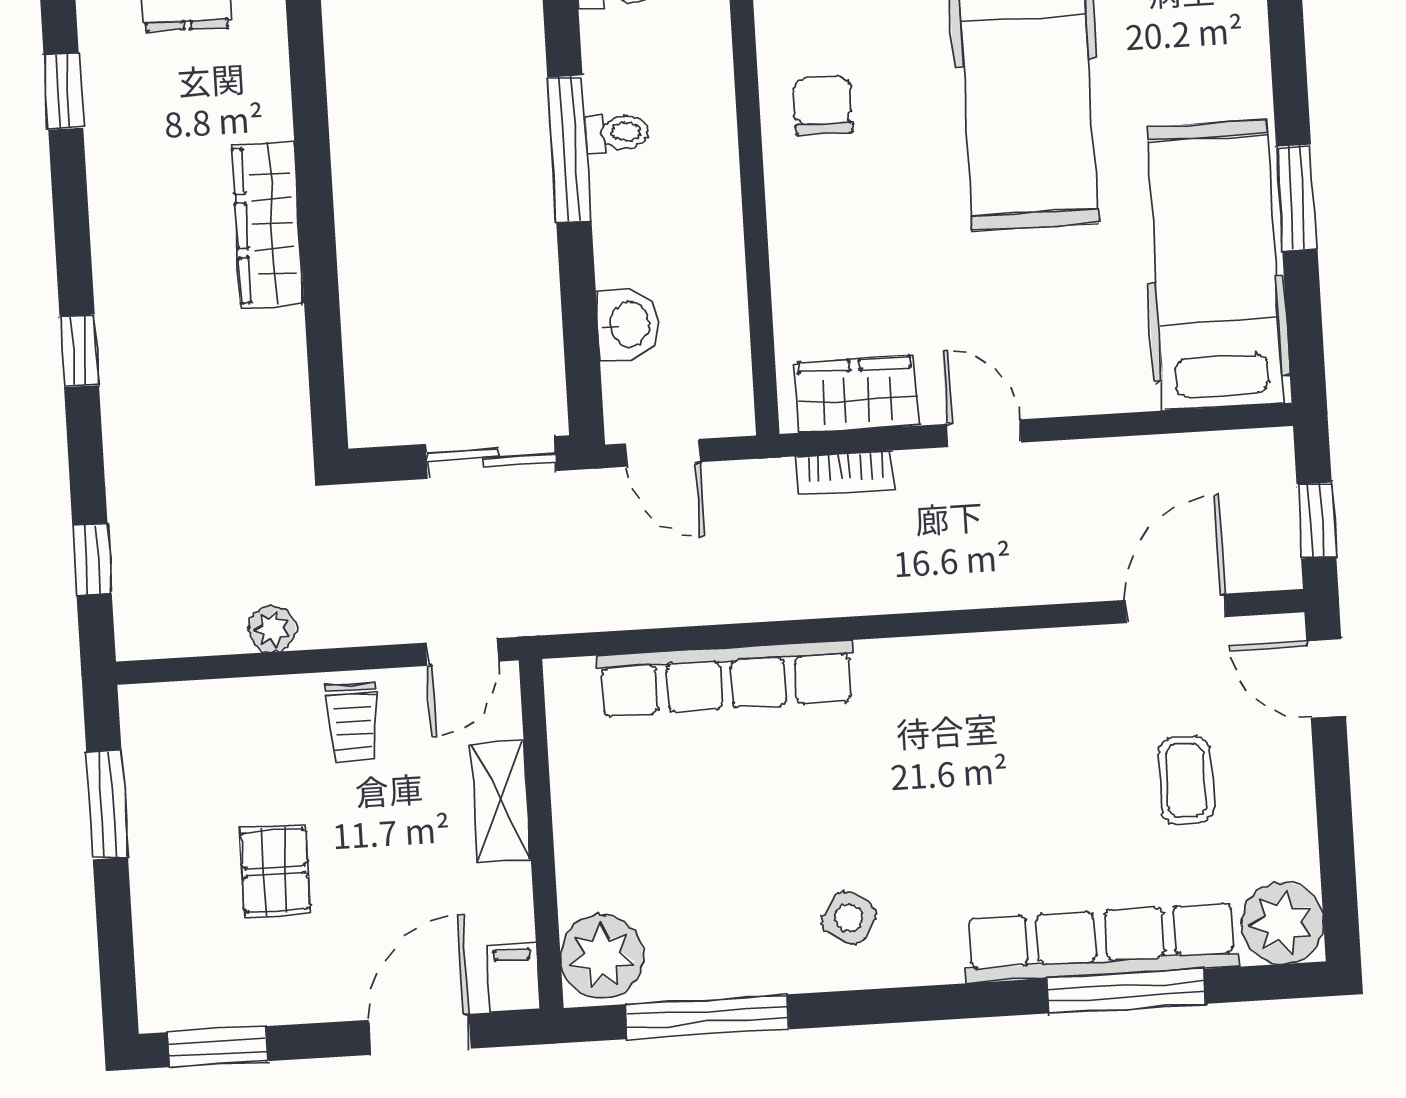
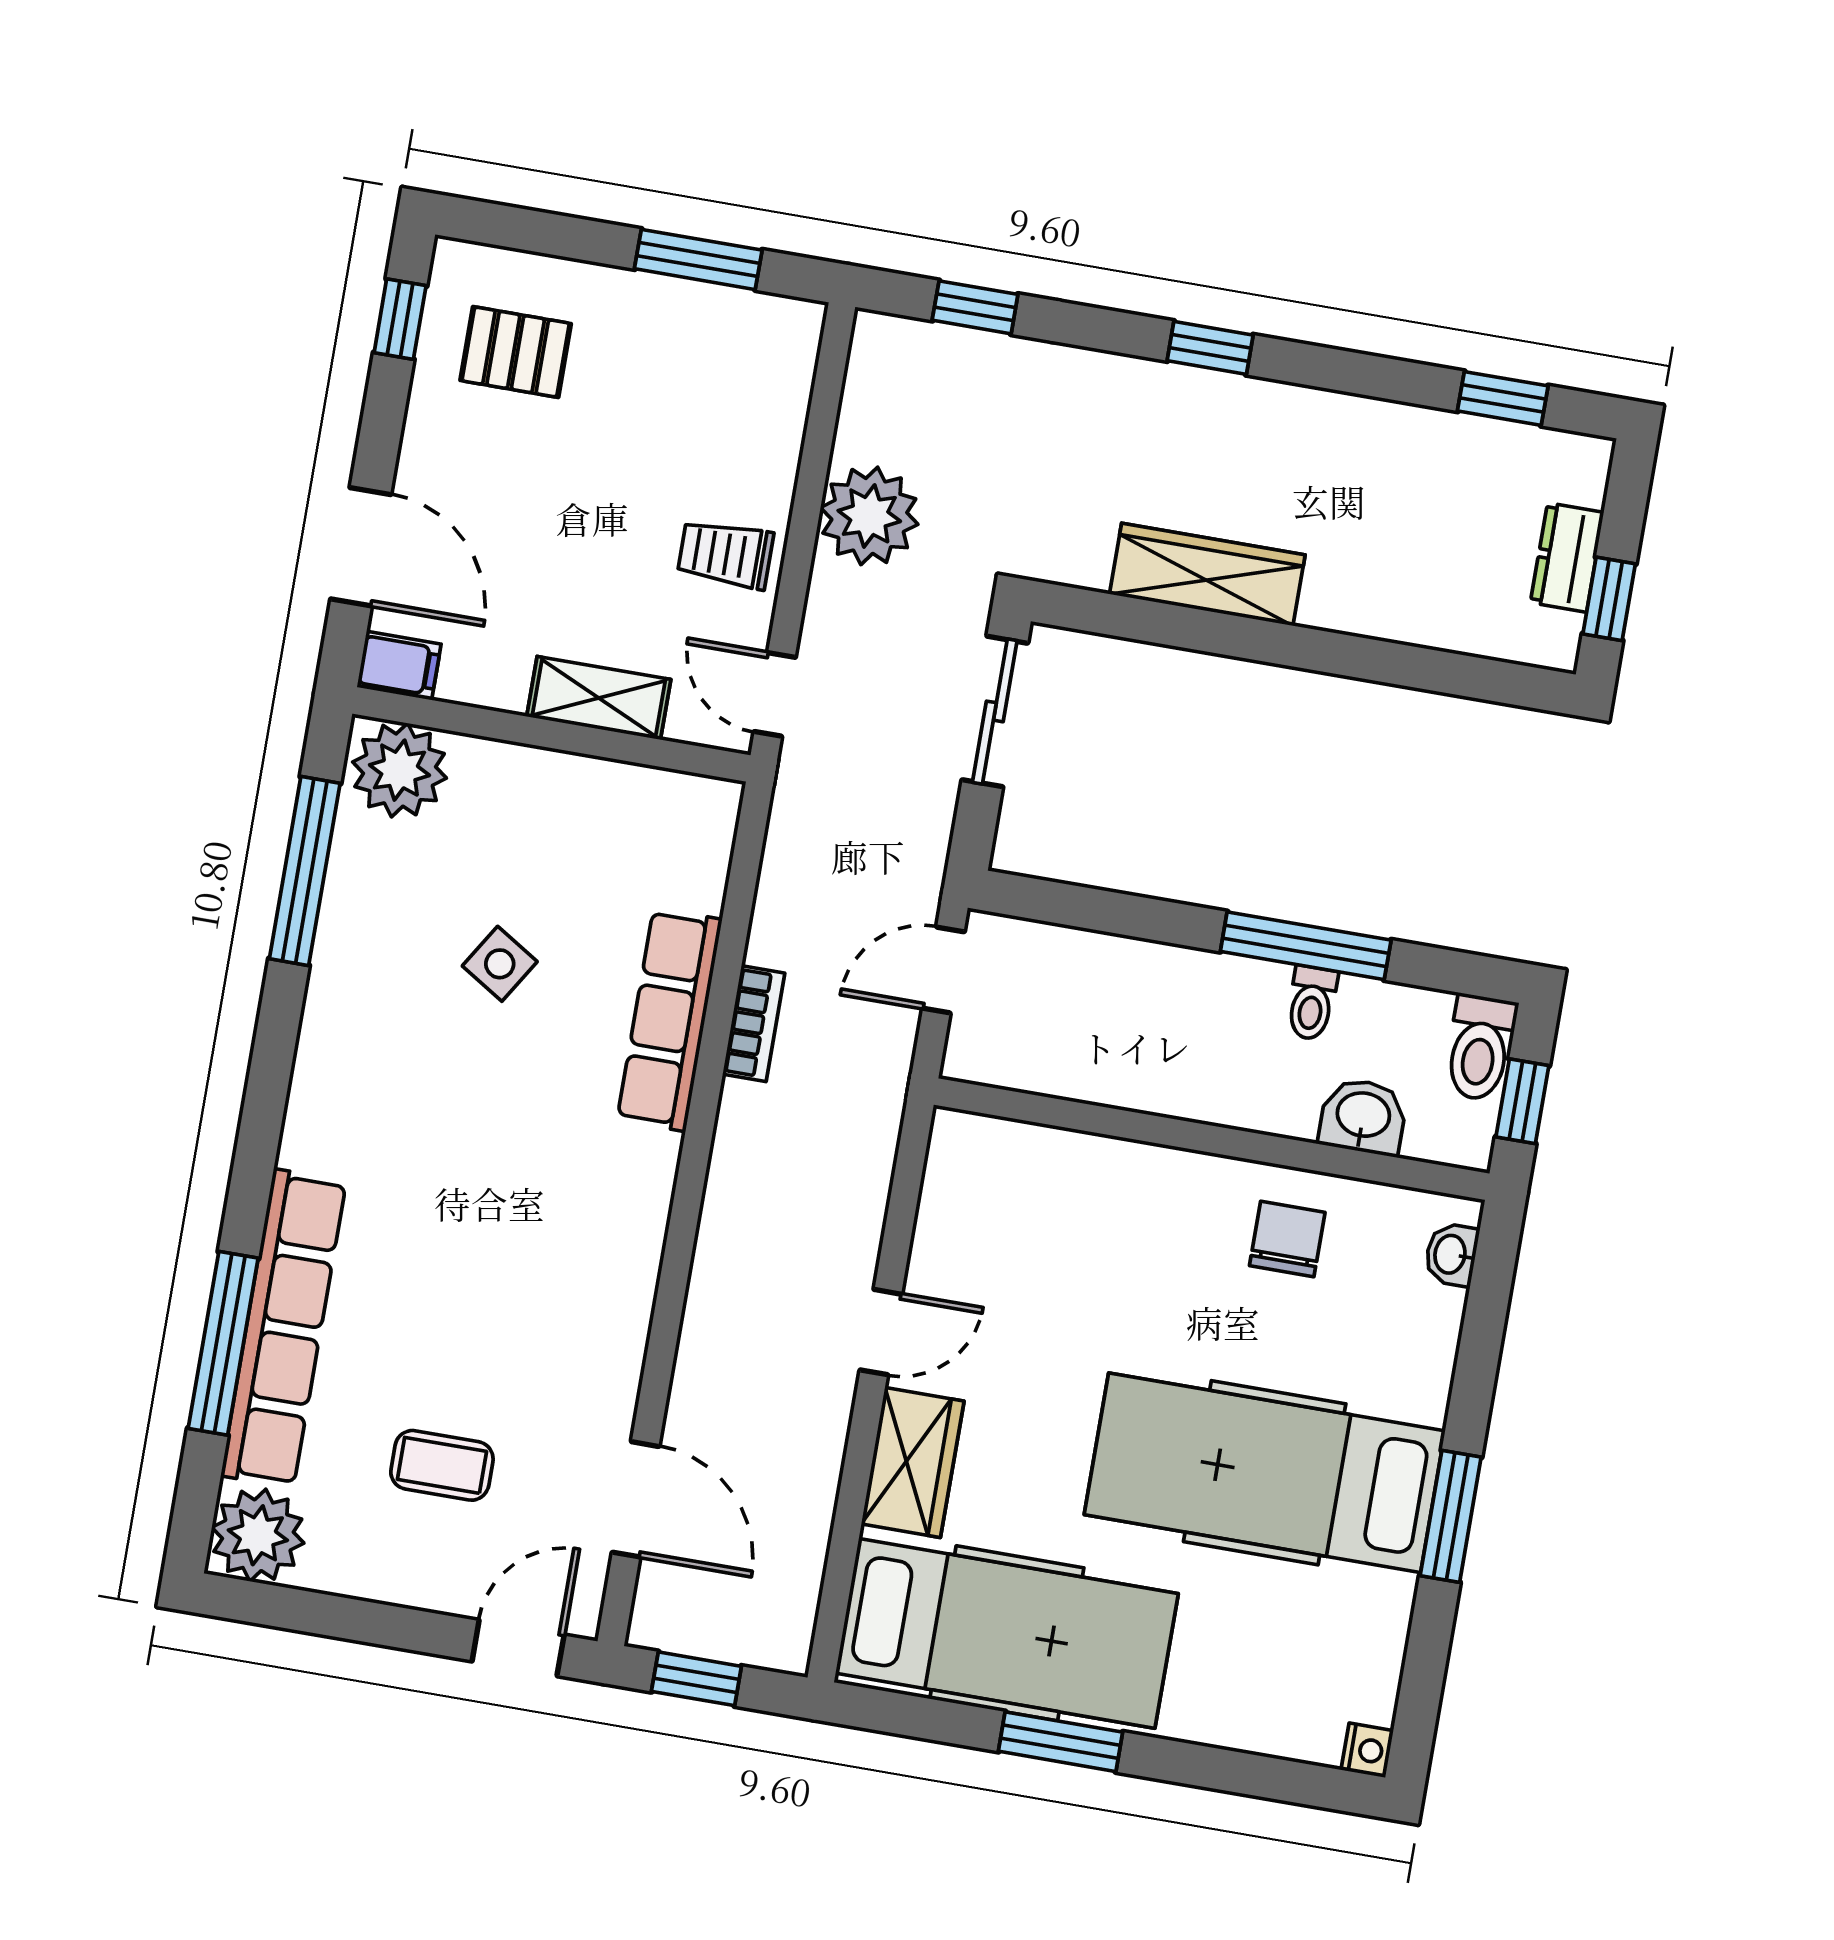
chair: (823, 106) -> (1287, 1239), turned -90
wardrobe: (268, 224) -> (1207, 574), moved
washbasin: (628, 324) -> (1363, 1117), moved, turned 180
wardrobe: (856, 394) -> (913, 1462), moved
sliding door: (491, 458) -> (995, 711), moved
bookcase: (845, 473) -> (754, 1024), moved, turned 180
plant: (272, 629) -> (869, 516), width x1.88, depth x1.88
row of seats: (726, 678) -> (670, 1020), width x0.73
pallet: (275, 871) -> (516, 352), moved
side table: (849, 918) -> (500, 964), moved
window: (218, 1047) -> (400, 319), width x0.67

